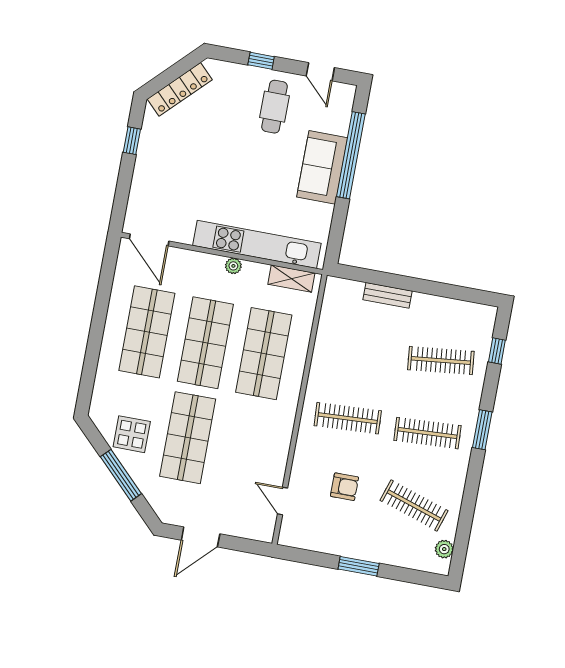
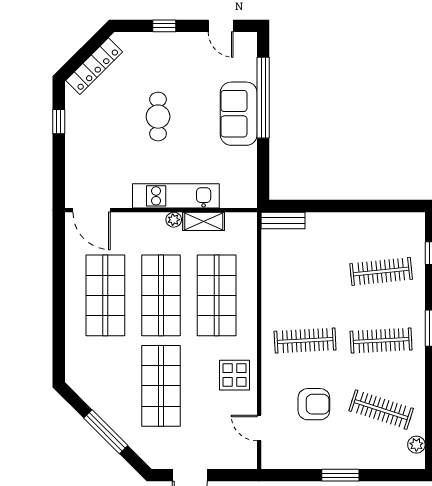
cafe table: (275, 107) -> (158, 117), moved
kitchen unit: (257, 244) -> (176, 196), width x0.73
shelving: (291, 279) -> (204, 221), moved
bench: (388, 295) -> (283, 220), moved
display table: (132, 434) -> (235, 375), moved
armchair: (345, 487) -> (314, 404), width x1.38, depth x1.38

